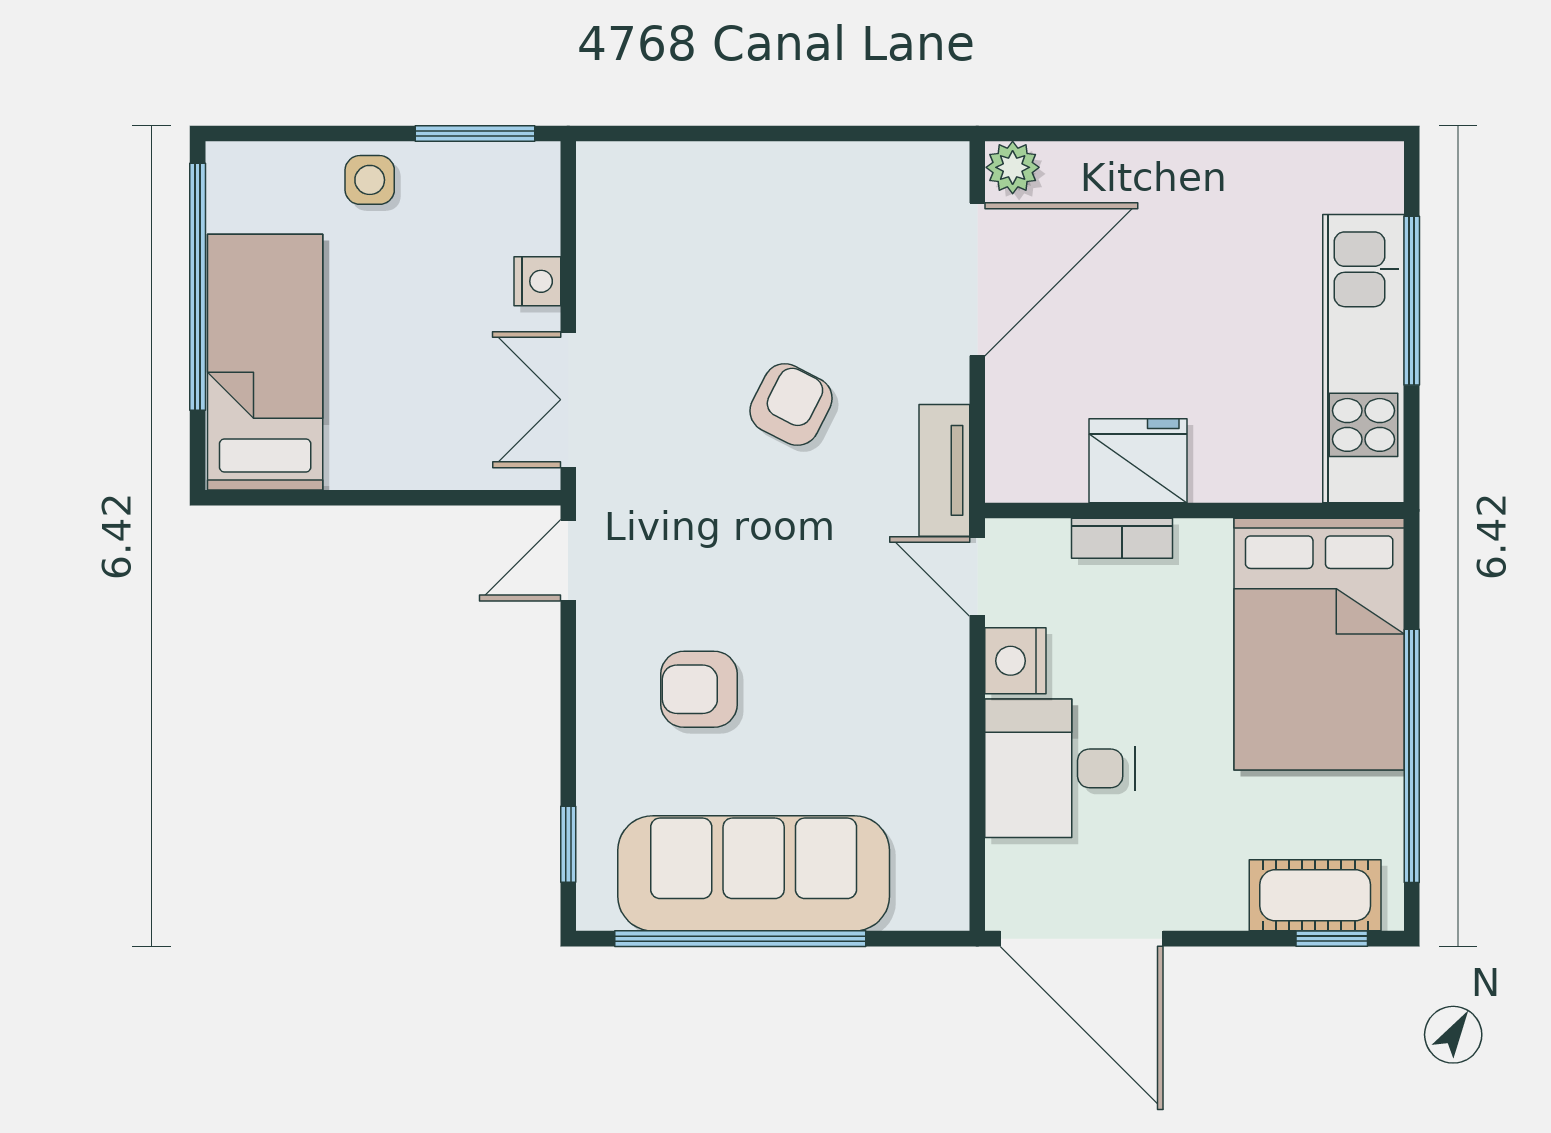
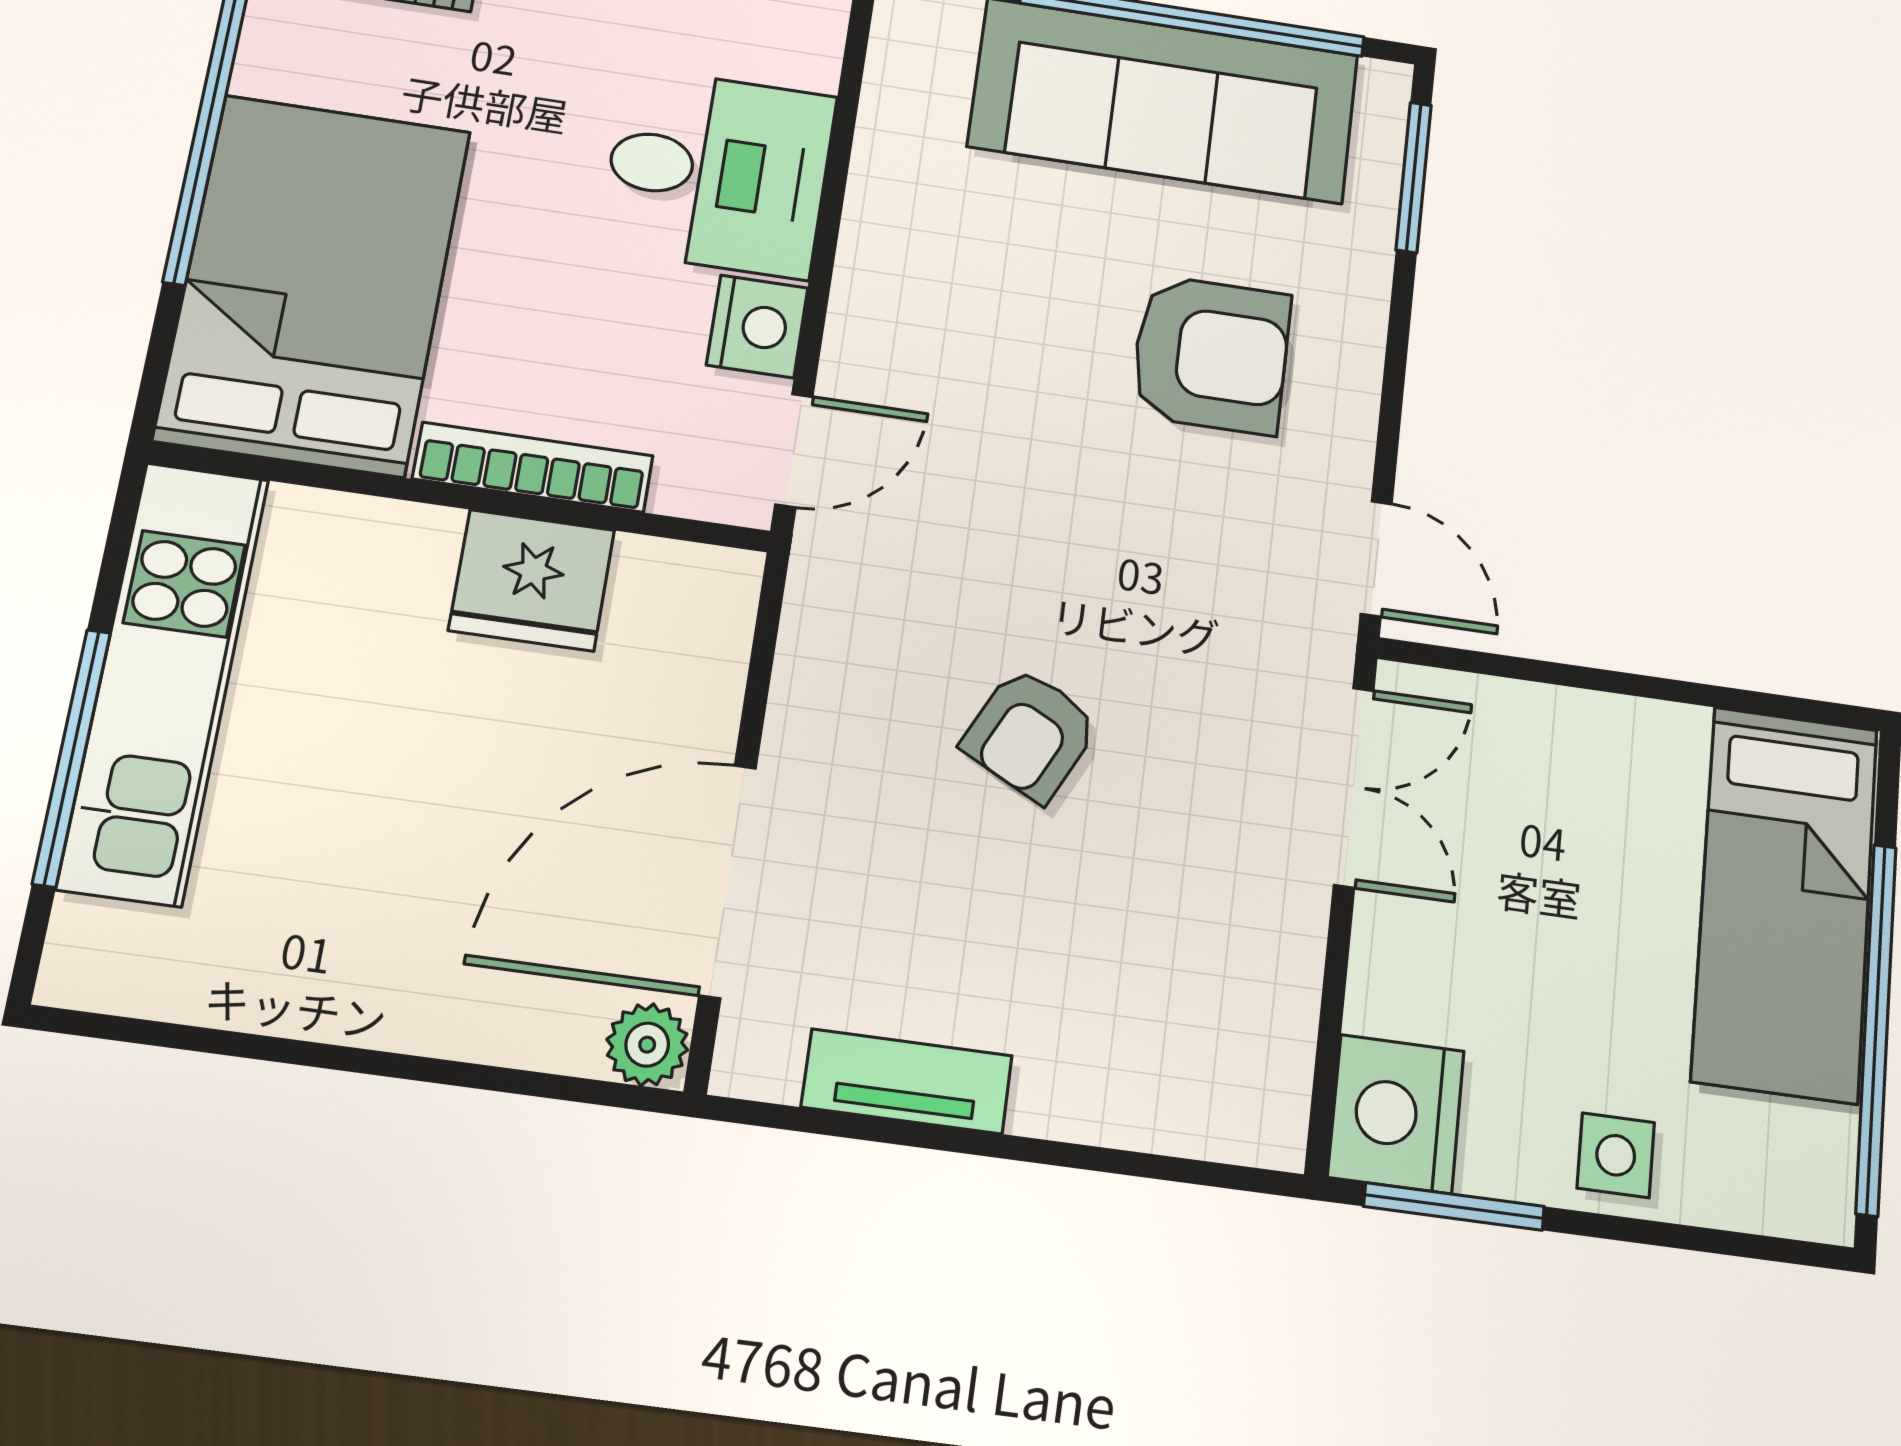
nightstand: (537, 281) -> (1396, 1114), moved, width x1.89, depth x1.79
tv unit: (944, 470) -> (907, 1081), moved, turned -90
bookcase: (1122, 538) -> (533, 467), width x1.56
door: (568, 560) -> (1376, 559), hinge flipped
door: (977, 577) -> (794, 450), hinge flipped
armchair: (699, 689) -> (1211, 355), width x1.38, depth x1.38
window: (568, 844) -> (1414, 177), width x1.50

